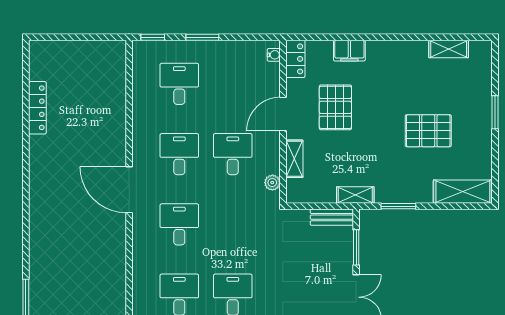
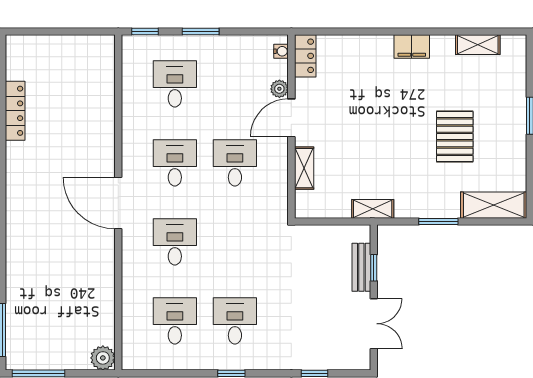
filing cabinet: (349, 51) -> (412, 46), moved
pallet: (335, 107) -> (350, 110), removed
pallet: (428, 131) -> (455, 137), turned 90
plant: (272, 183) -> (279, 89), moved
window: (398, 206) -> (438, 221), moved
bench: (332, 217) -> (361, 267), moved, turned 90
window: (356, 247) -> (374, 268), width x0.67

